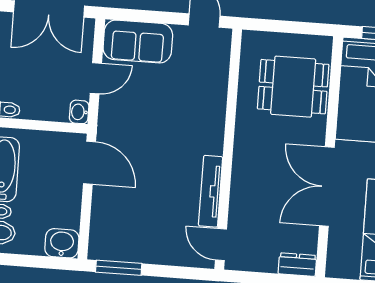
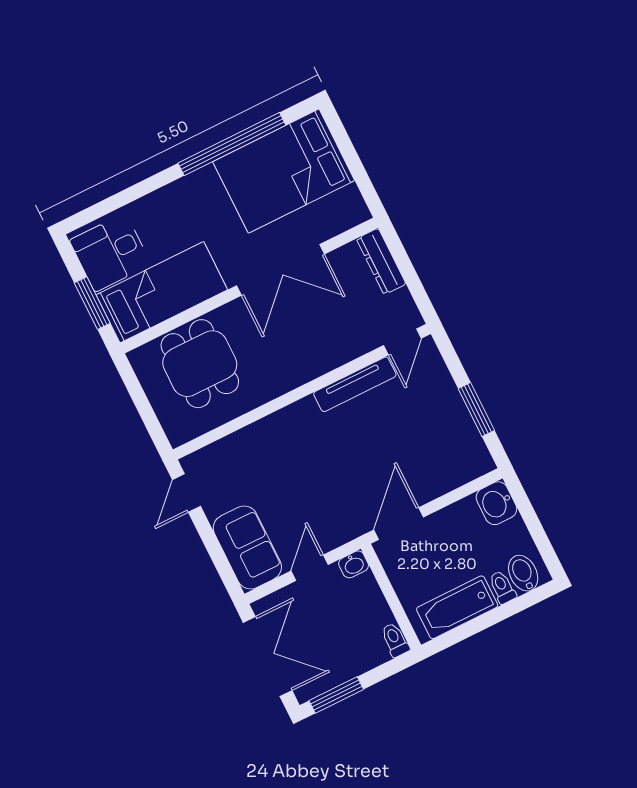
door: (96, 78) -> (310, 568), hinge flipped
dresser: (297, 265) -> (381, 261), width x1.44
window: (119, 268) -> (476, 410), moved

